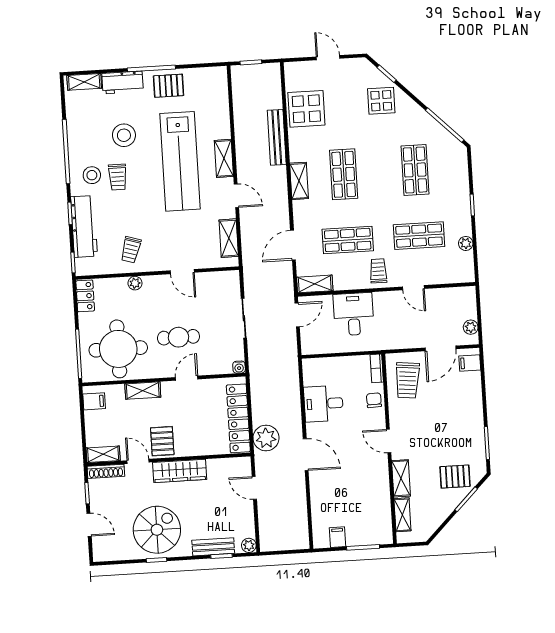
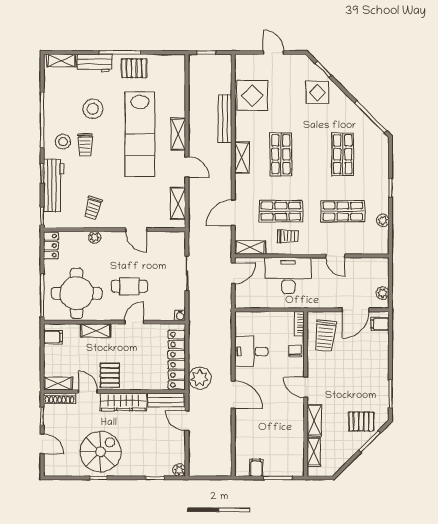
trolley: (378, 271) -> (288, 236), moved, turned 90
desk: (354, 314) -> (288, 276), width x1.37
bench: (213, 547) -> (166, 400), moved

